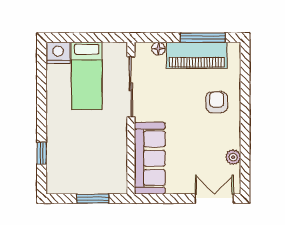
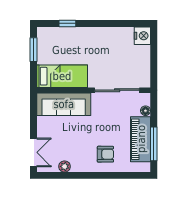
bed: (87, 76) -> (62, 76), moved, turned 180
window: (93, 199) -> (33, 50), moved

